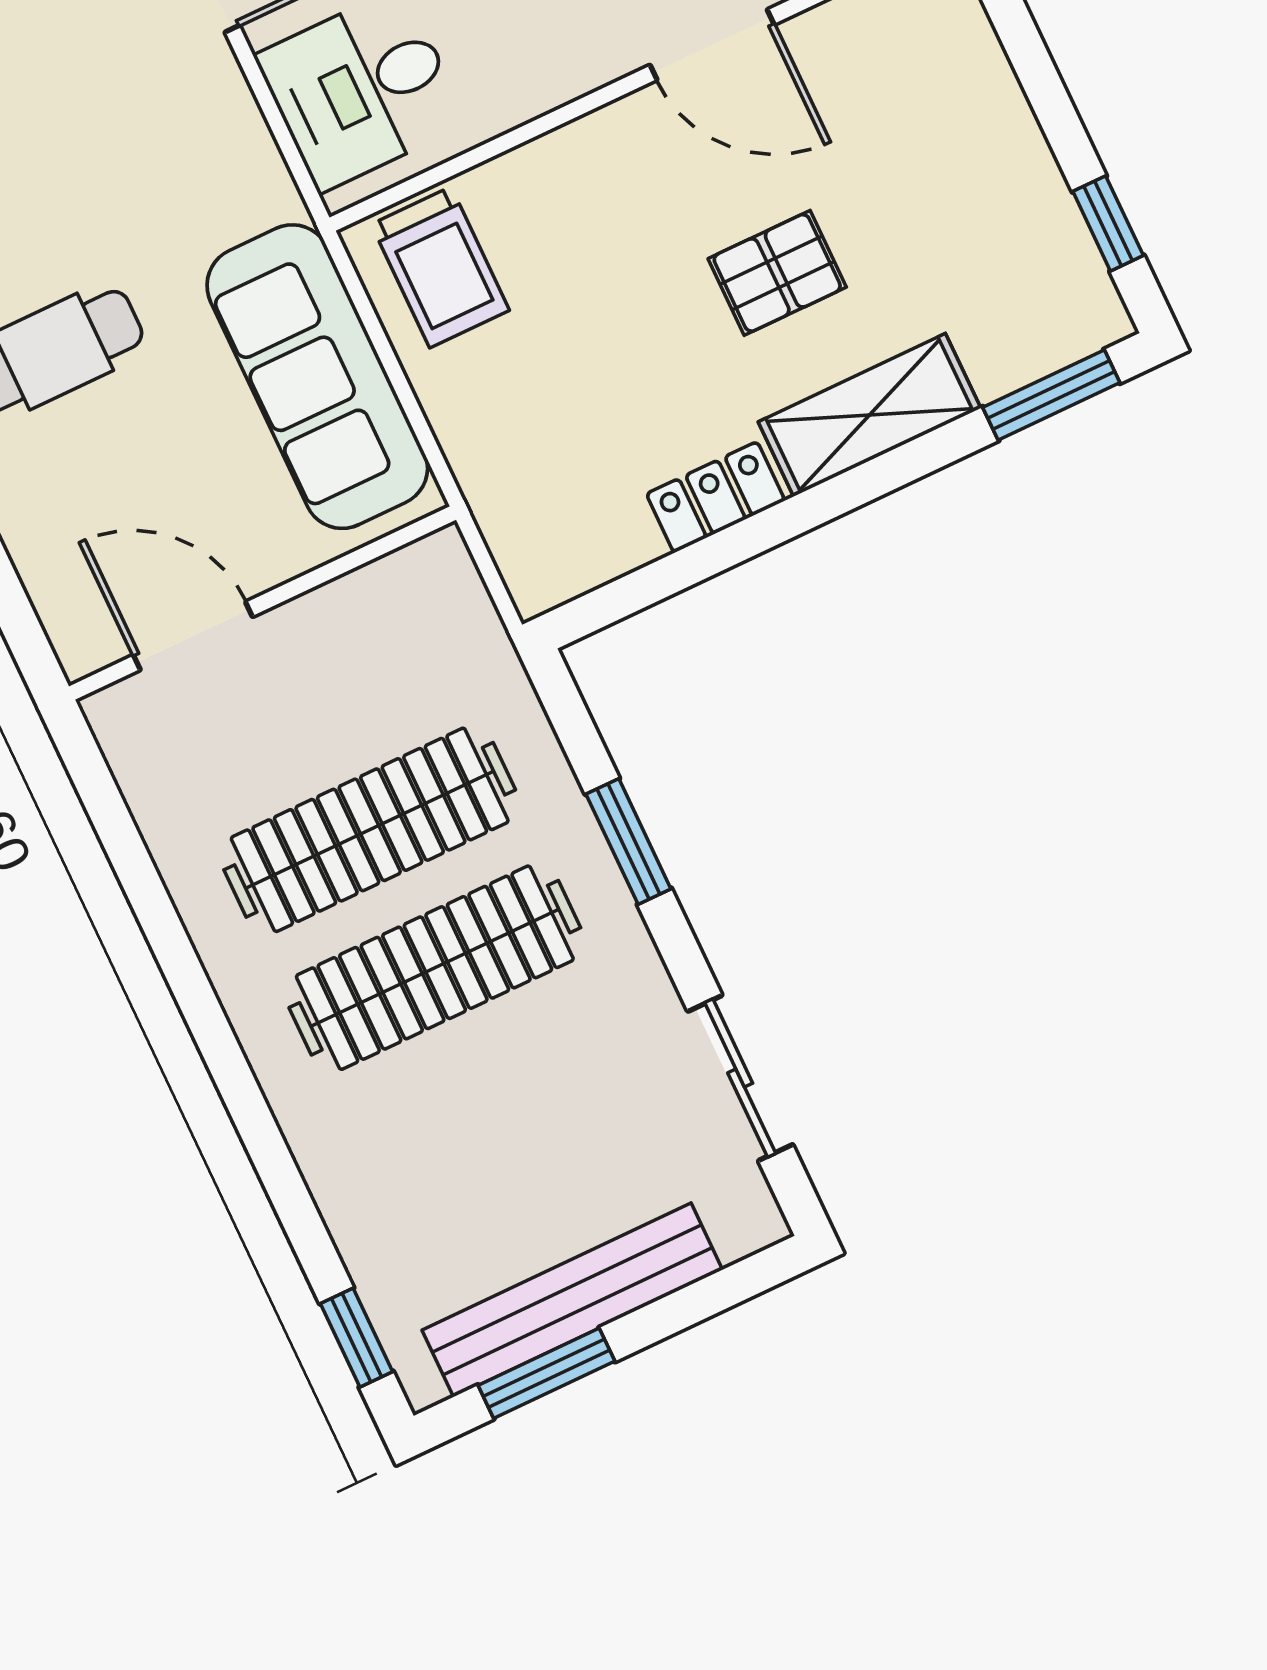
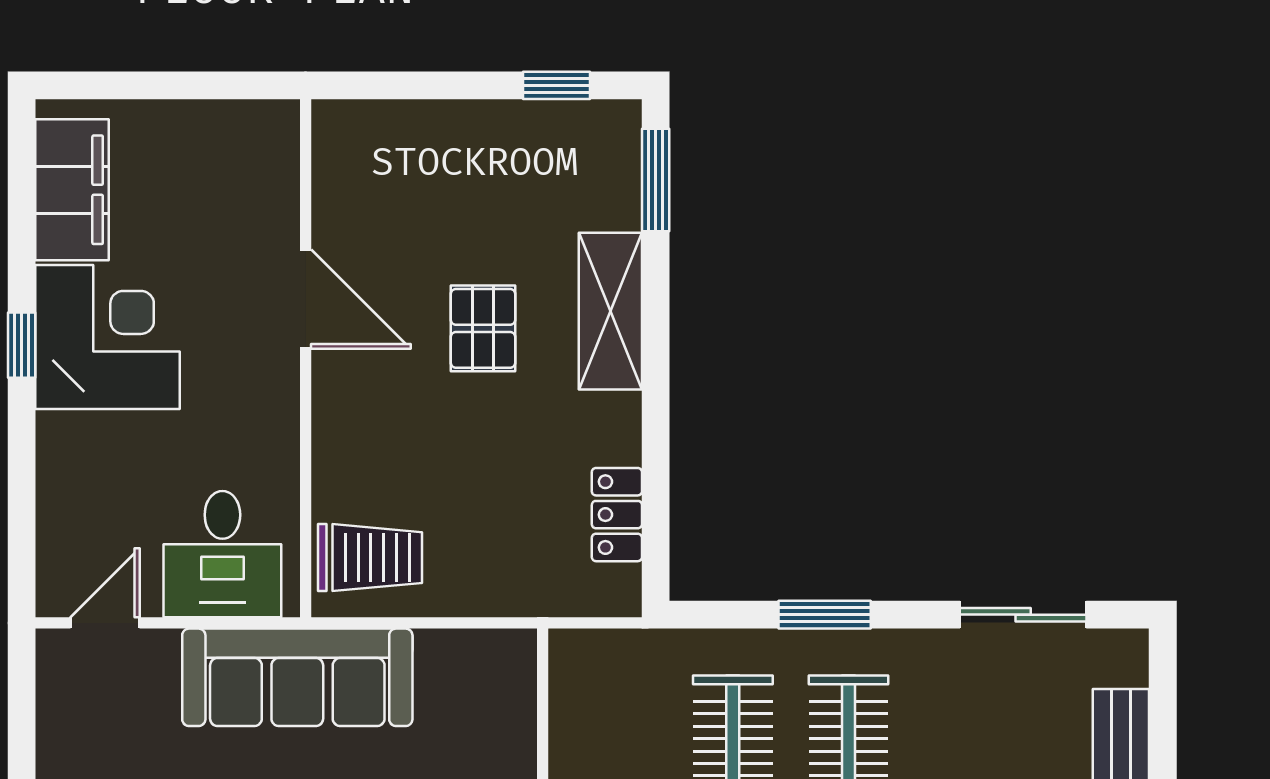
door: (712, 45) -> (306, 299), hinge flipped
sofa: (317, 377) -> (297, 677), moved
locker: (716, 497) -> (617, 515), moved

